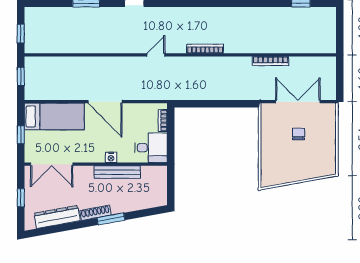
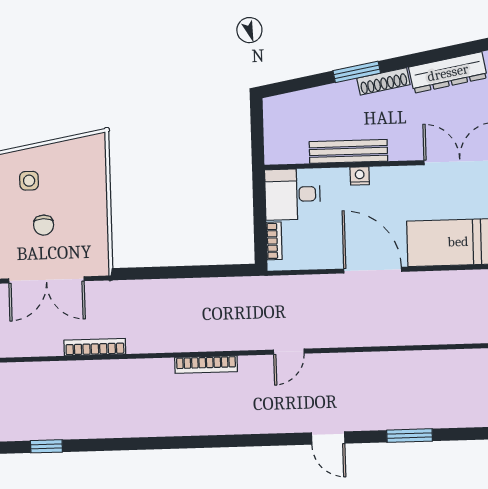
side table: (306, 160) -> (29, 181), added

